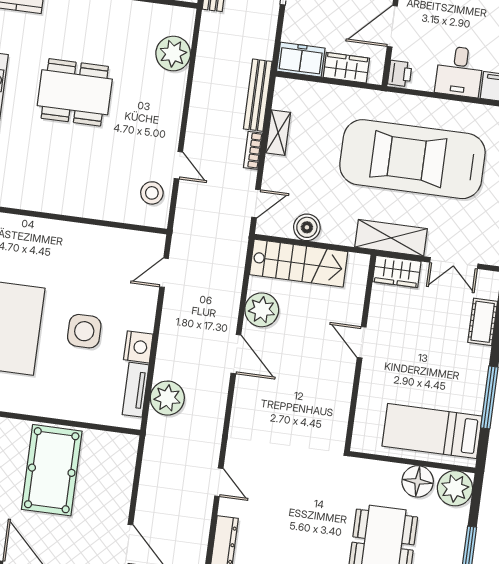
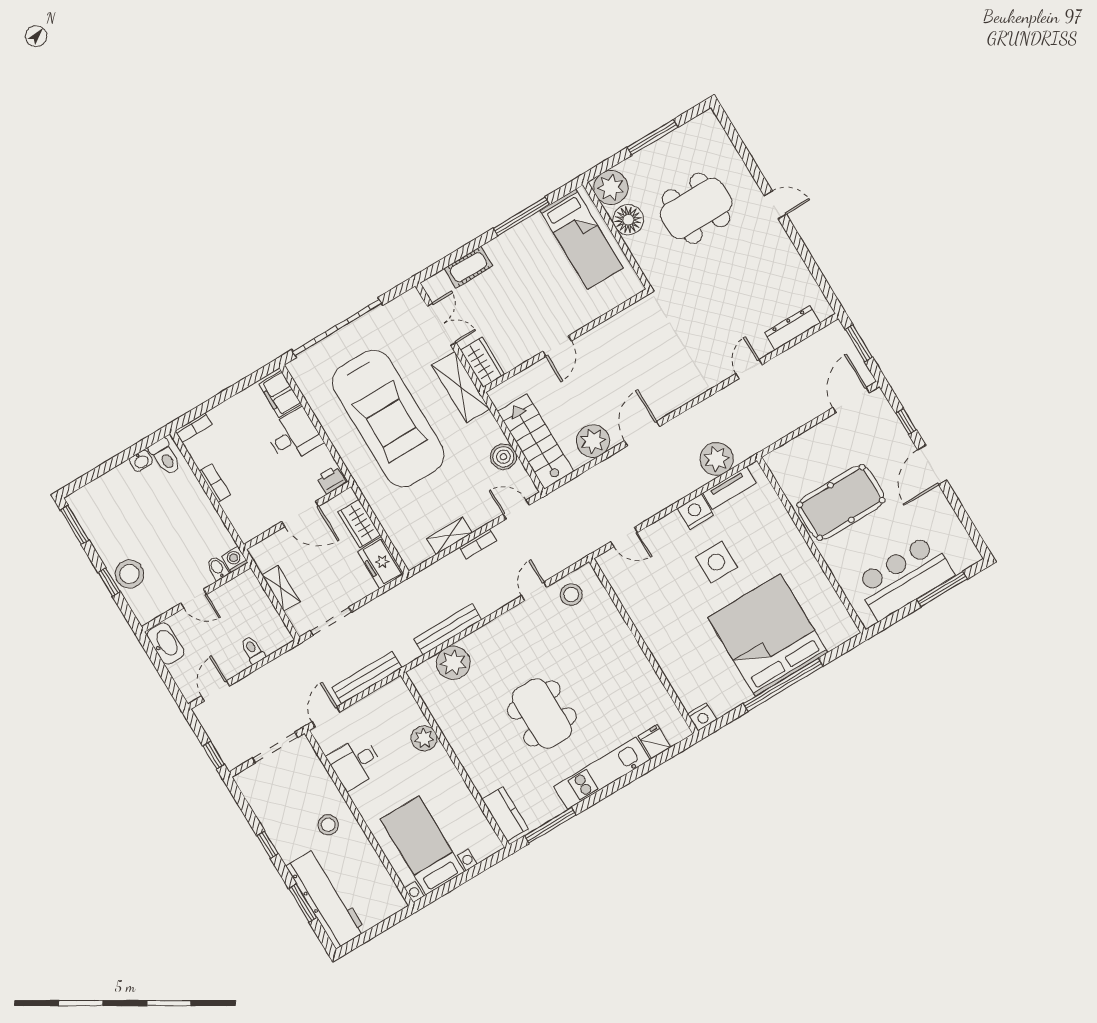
bench: (258, 95) -> (448, 629), moved

